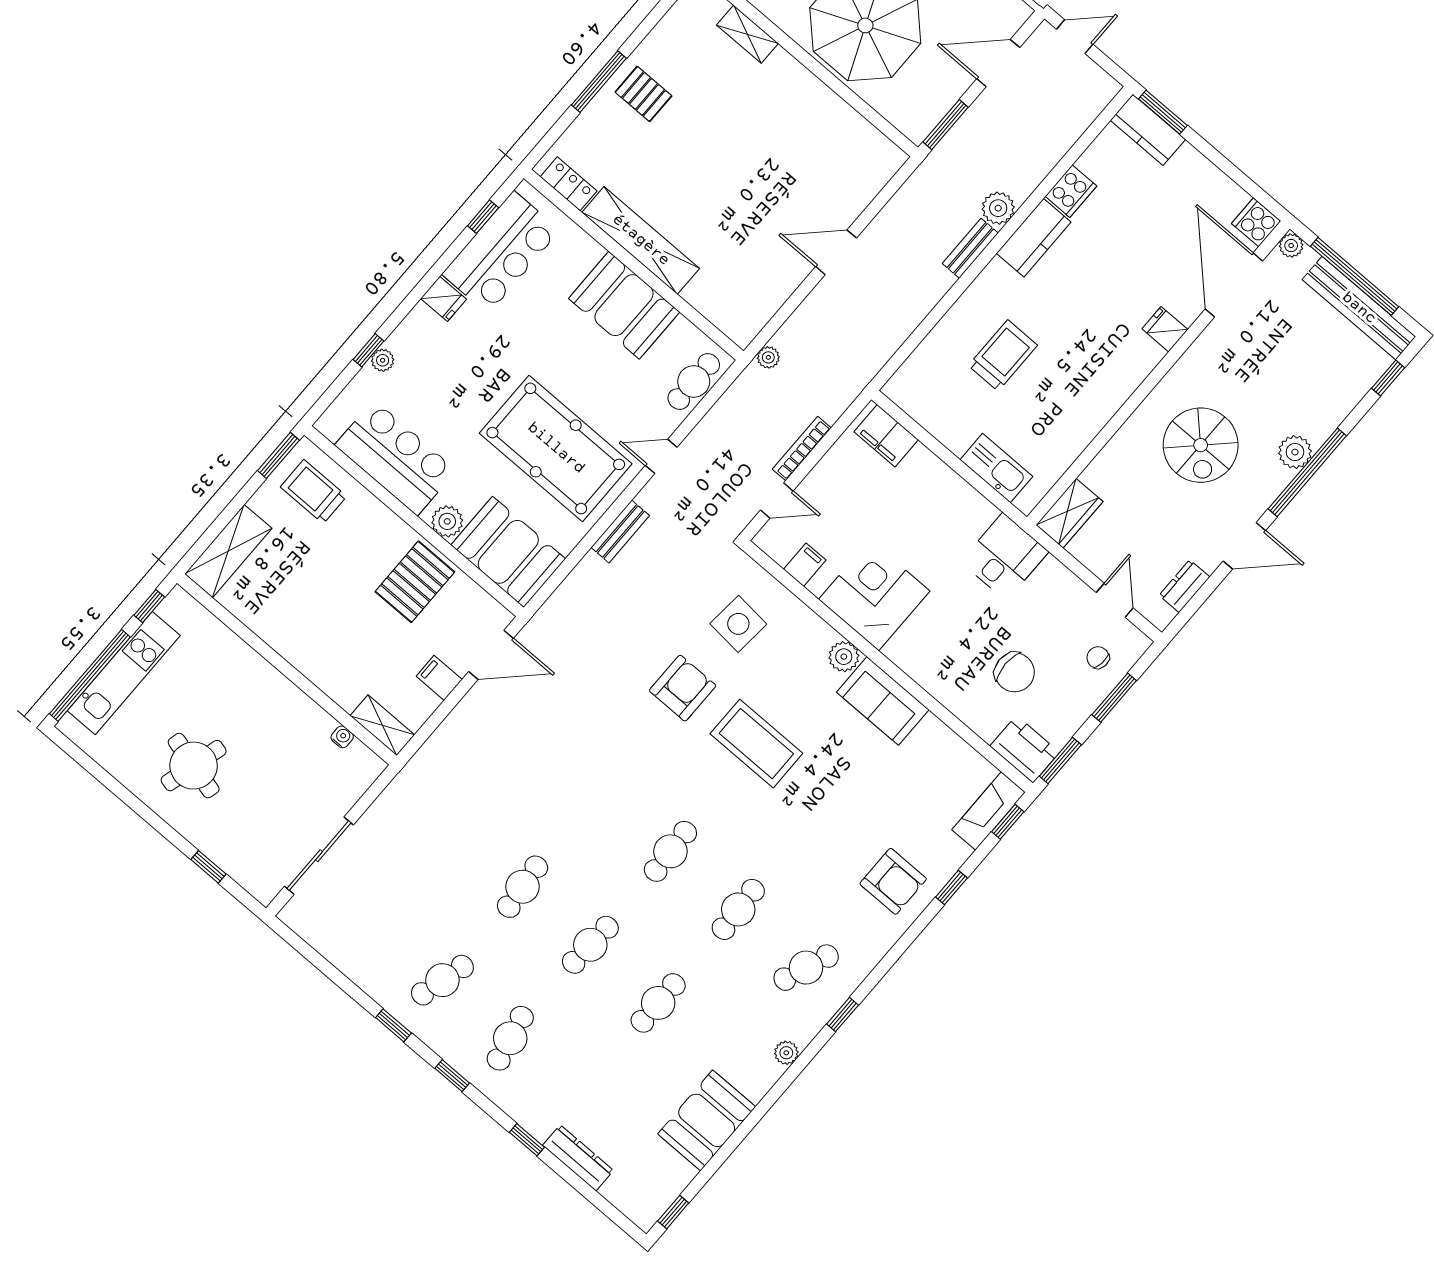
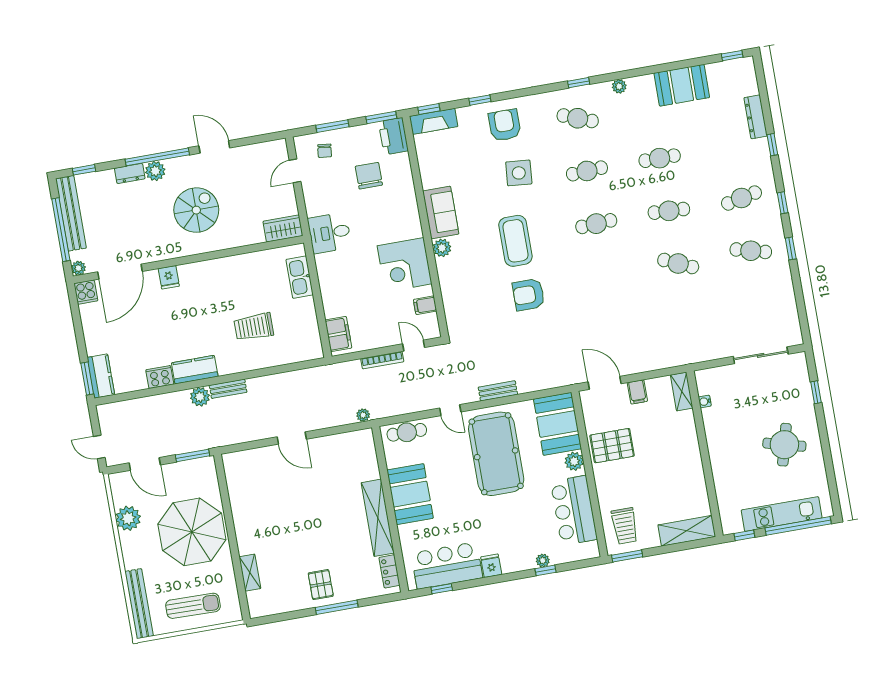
dresser: (1185, 586) -> (130, 173), moved
side table: (738, 624) -> (519, 173), moved
cafe table: (523, 887) -> (678, 264), turned 30

